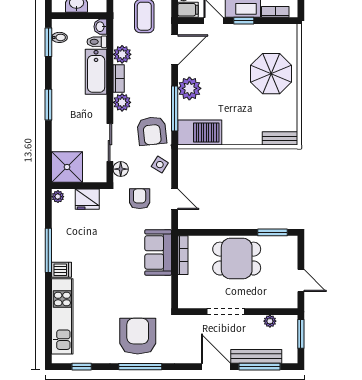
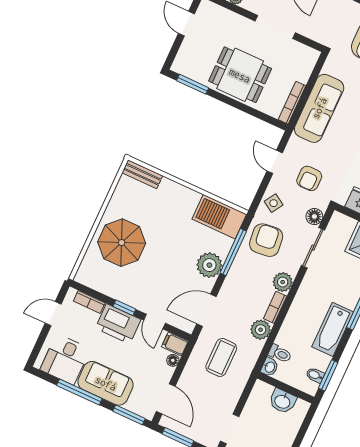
bathtub: (96, 72) -> (333, 329), moved, turned 180
sofa: (158, 252) -> (319, 108), width x1.36

